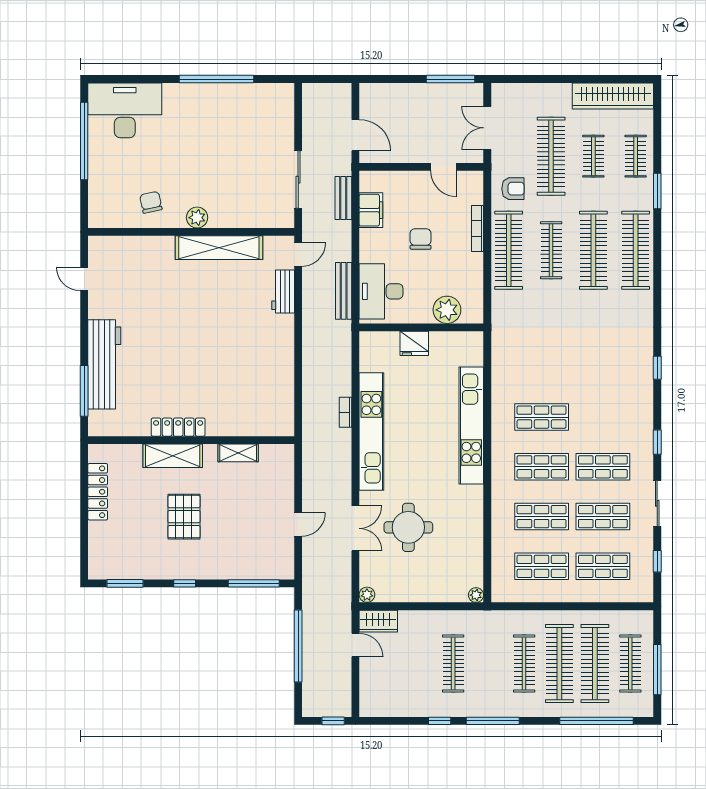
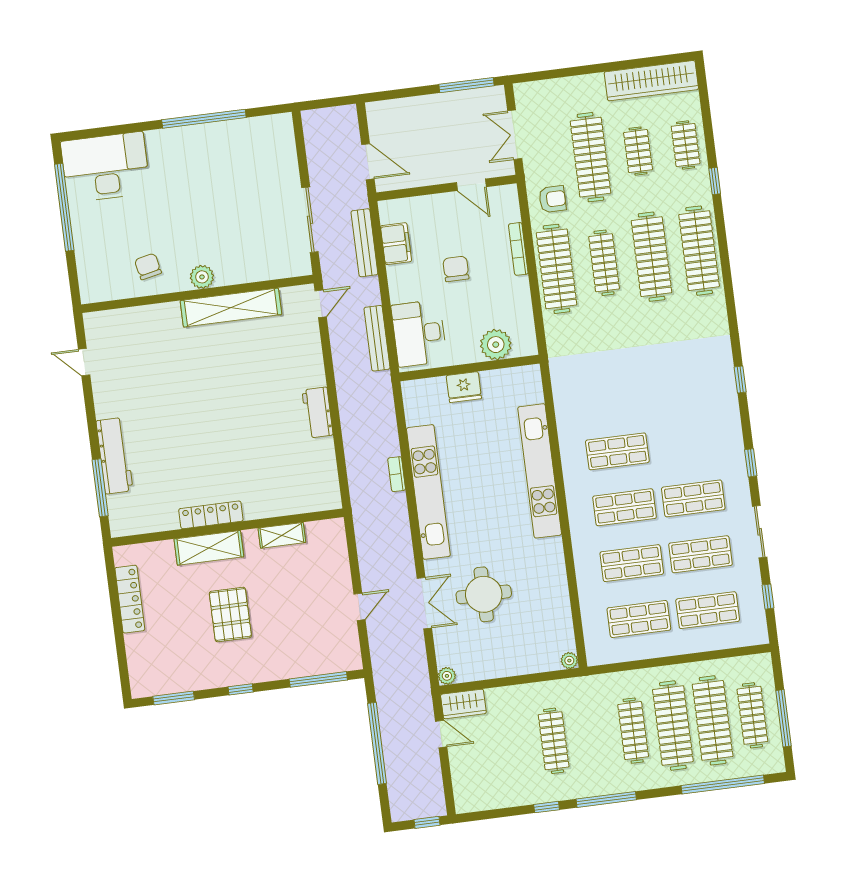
window: (657, 191) -> (715, 181), width x0.67
bench: (343, 198) -> (364, 243), width x1.36
workbench: (283, 291) -> (318, 413), moved
workbench: (104, 364) -> (114, 456), width x0.73, depth x0.76

